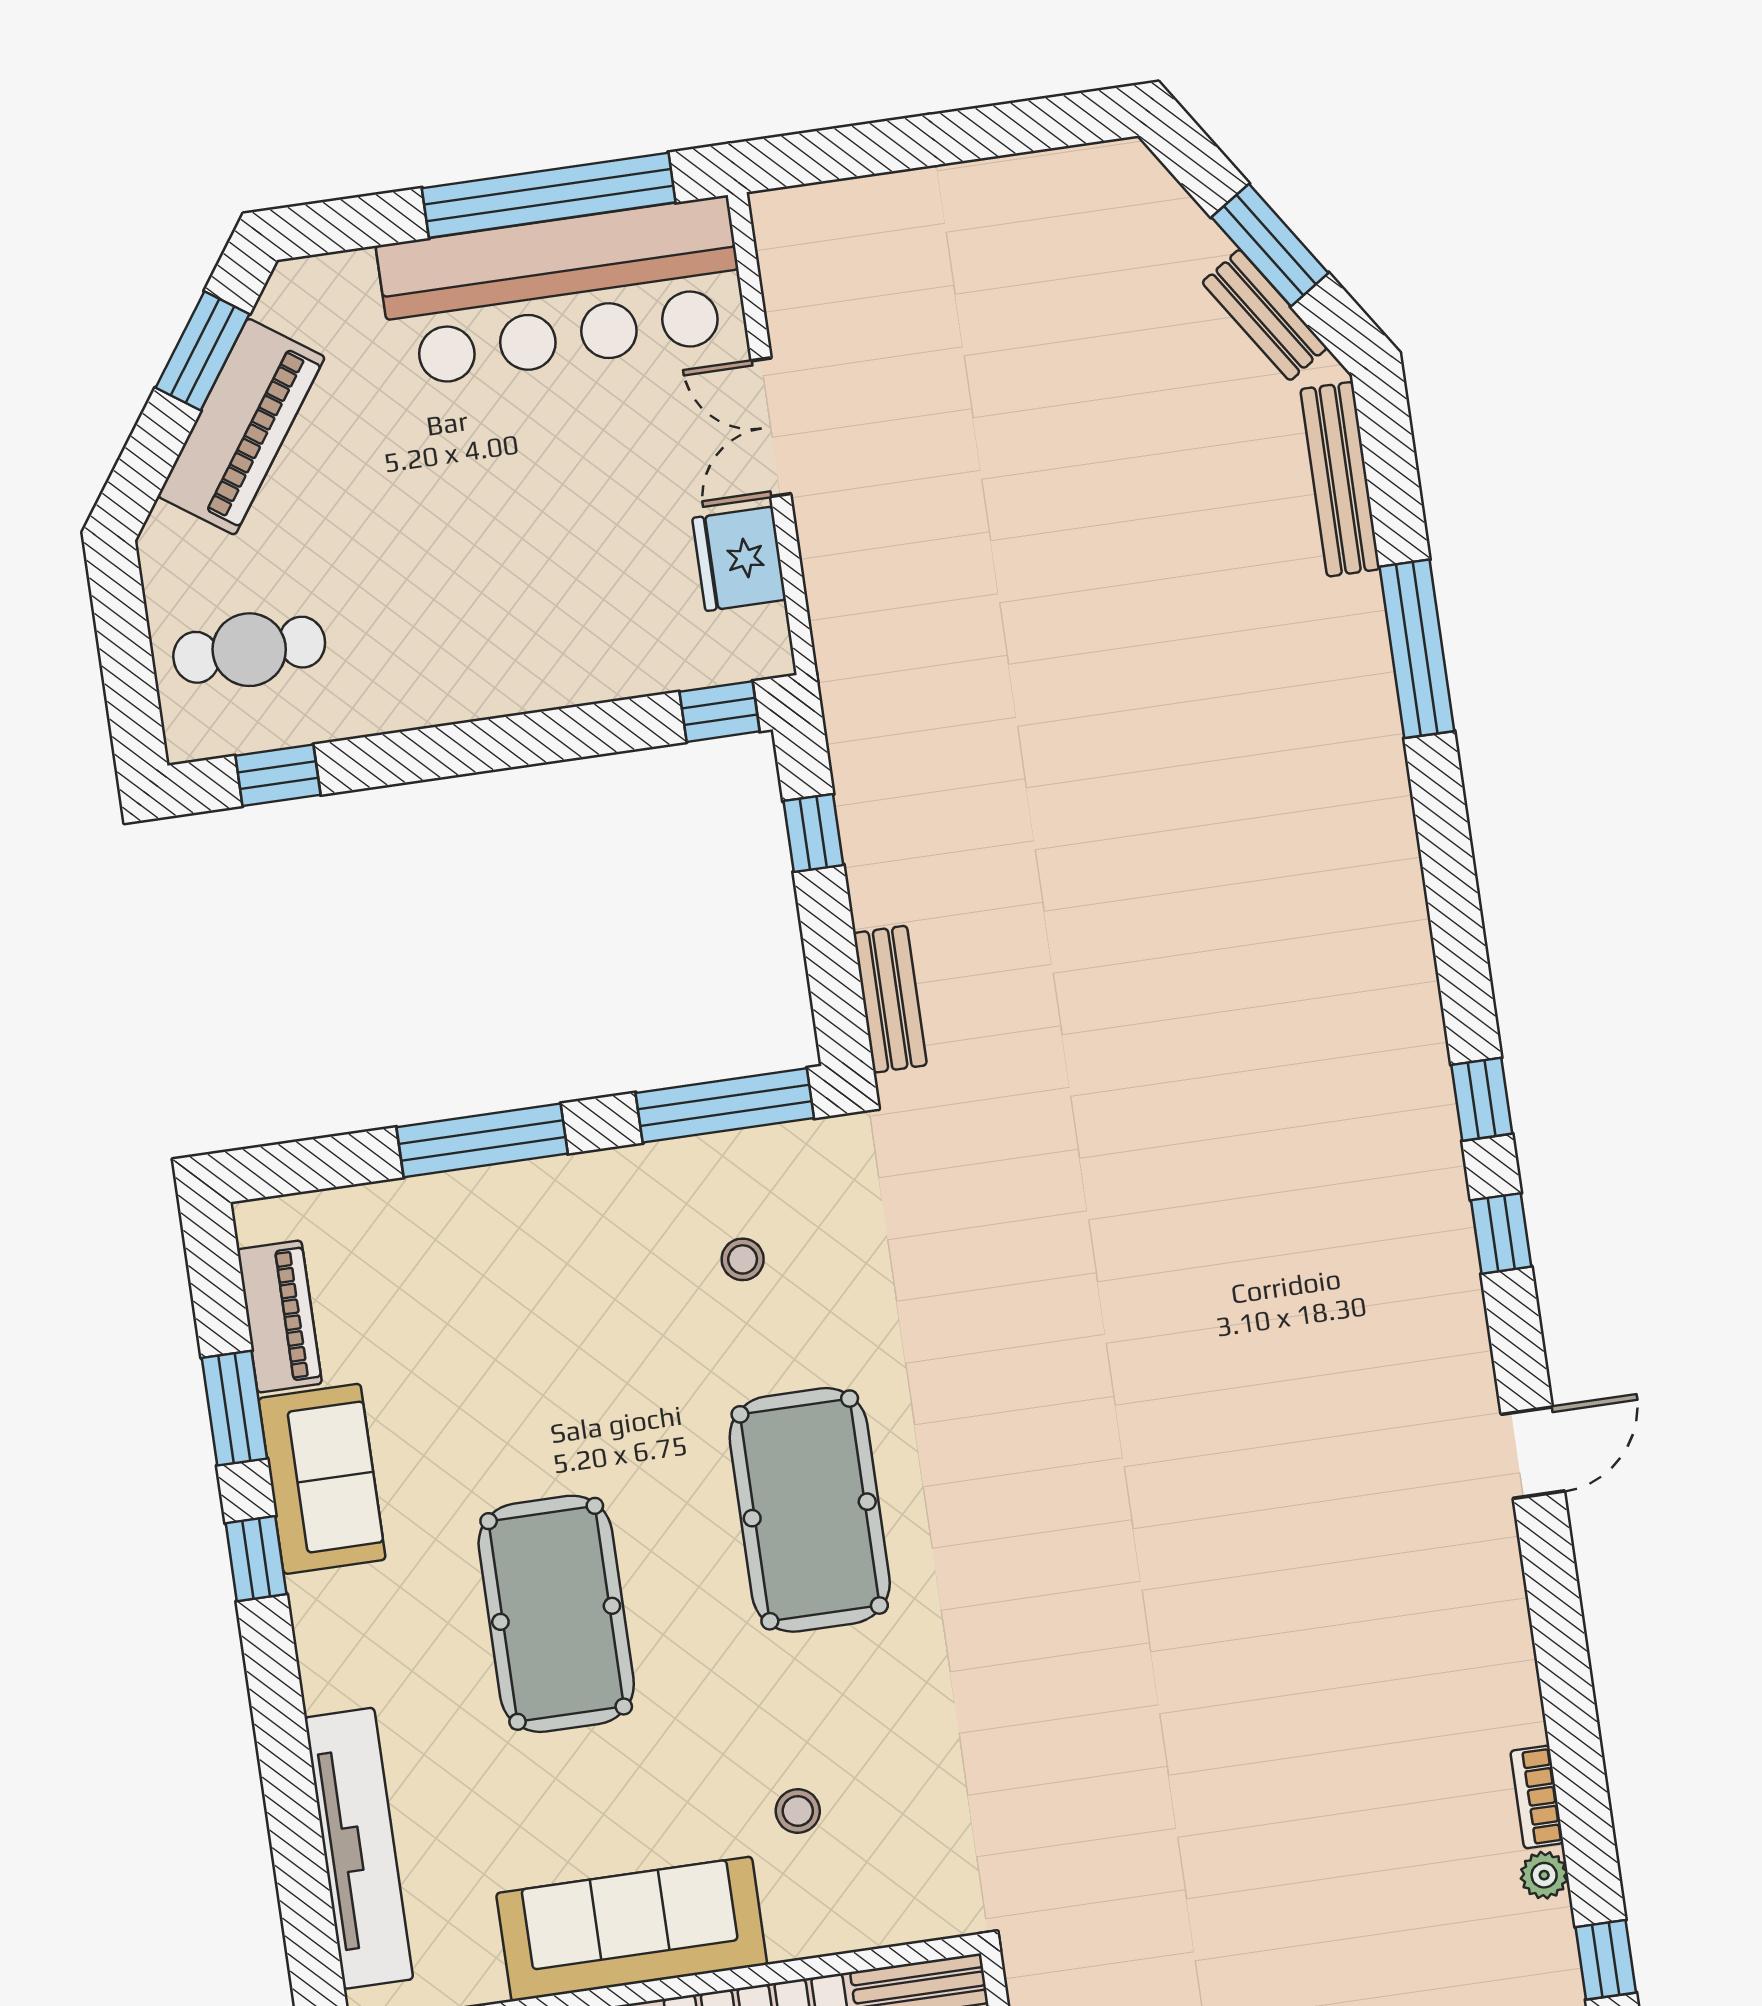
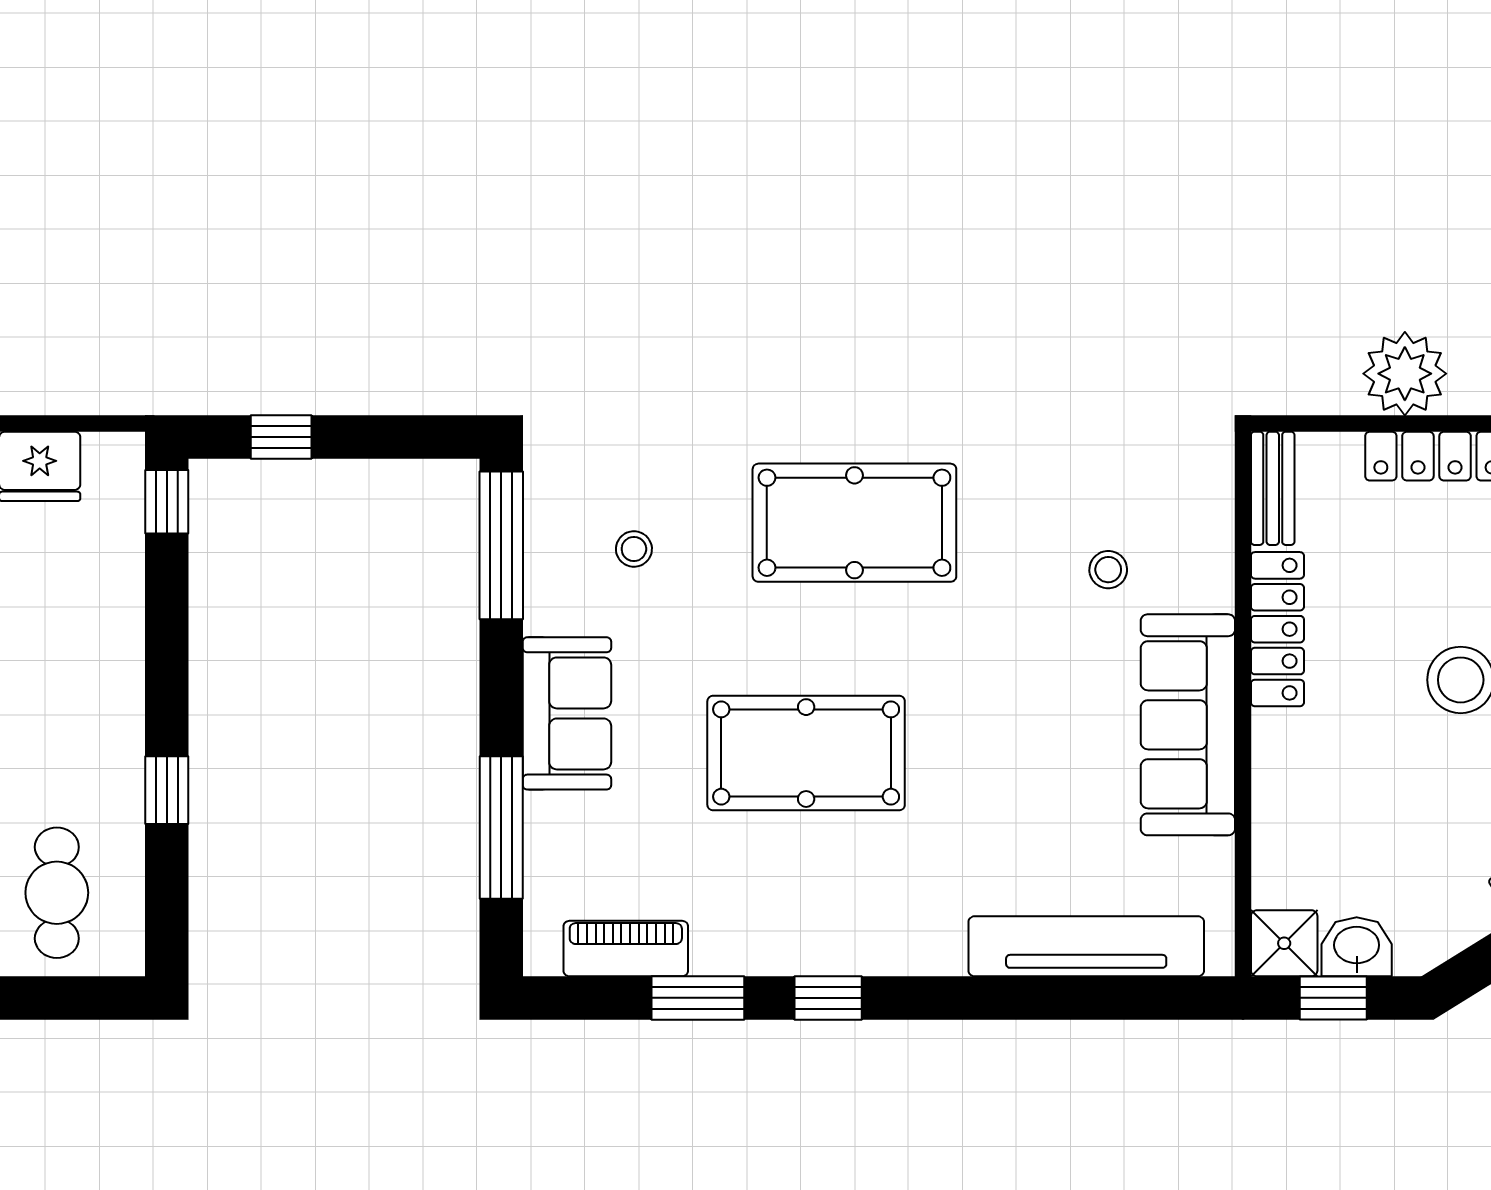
window: (278, 775) -> (167, 790), moved
bench: (890, 999) -> (431, 392), removed
window: (482, 1140) -> (501, 827), moved
sofa: (322, 1479) -> (567, 713), moved, turned 90
pool table: (556, 1614) -> (806, 753), moved

